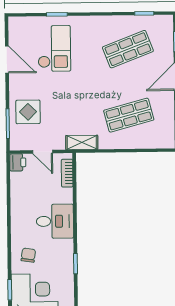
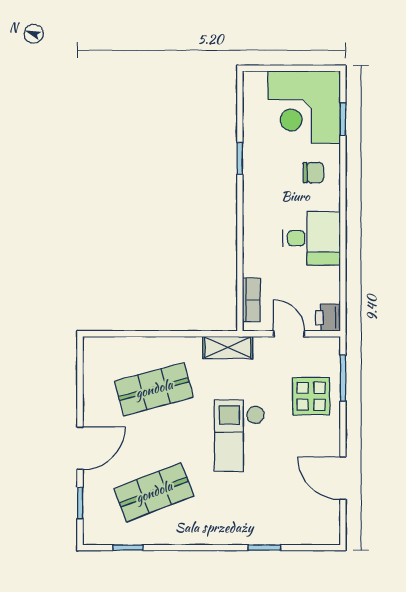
checkout: (54, 48) -> (239, 436), moved
desk: (55, 221) -> (312, 238), moved, turned 180
chair: (28, 255) -> (313, 173), turned -98

